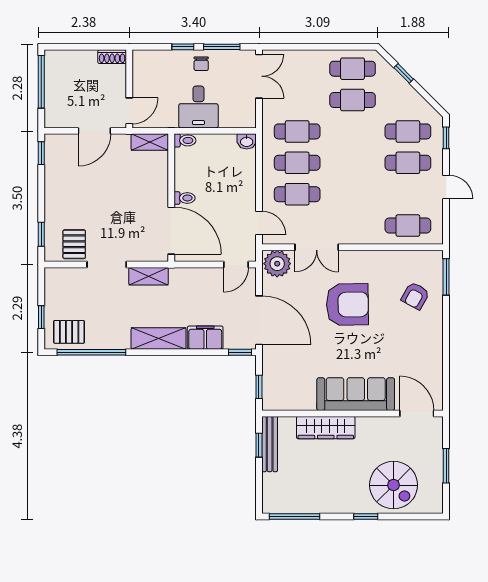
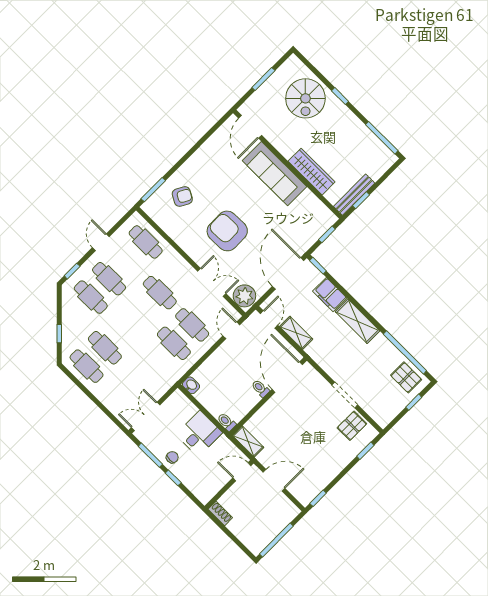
cafe table: (297, 131) -> (160, 293), moved
door: (236, 265) -> (269, 319), hinge flipped
shelving: (149, 276) -> (296, 333), moved
spiral stairs: (394, 485) -> (305, 98), turned 180

